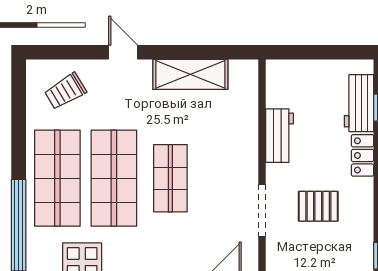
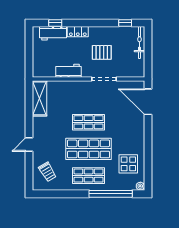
shelving: (190, 74) -> (40, 98), moved
shop shelf: (57, 178) -> (89, 176), width x0.70, depth x0.74
pallet: (318, 206) -> (102, 52), turned 90

